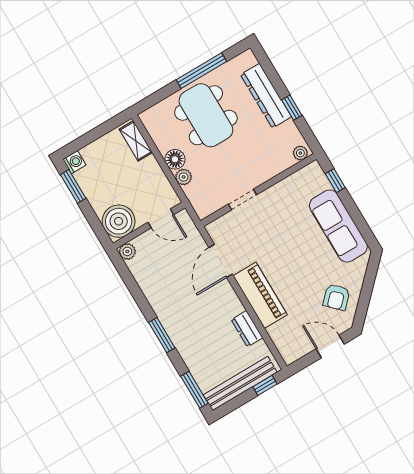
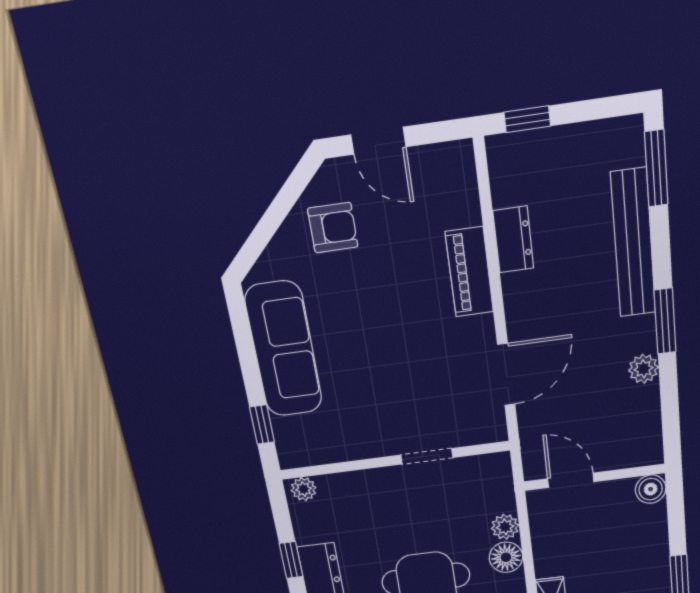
boiler: (119, 221) -> (651, 489), width x0.54, depth x0.54
plant: (127, 251) -> (643, 369), moved
piano: (260, 295) -> (469, 272), width x0.73, depth x0.75
armchair: (336, 297) -> (333, 228), turned 45
window: (162, 335) -> (665, 321), moved
bench: (240, 384) -> (633, 244), moved, turned 90

